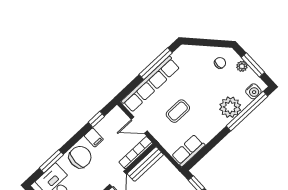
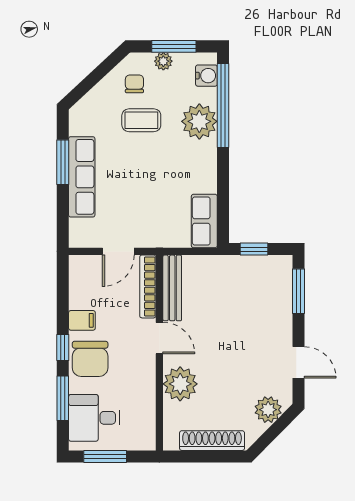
window: (156, 64) -> (63, 162), width x0.69
row of seats: (151, 84) -> (82, 177), width x0.73
coffee table: (178, 111) -> (141, 120), moved, turned 90
window: (96, 119) -> (63, 348), moved
chair: (80, 157) -> (90, 359), turned 180

